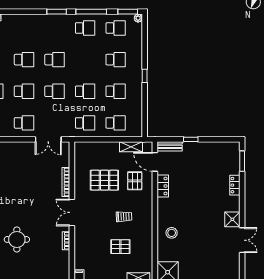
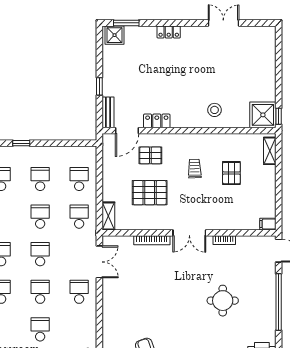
shelving: (131, 147) -> (108, 216), moved
pallet: (104, 180) -> (150, 193), turned 90
locker: (235, 185) -> (169, 32), moved
shower: (232, 219) -> (115, 35), moved

